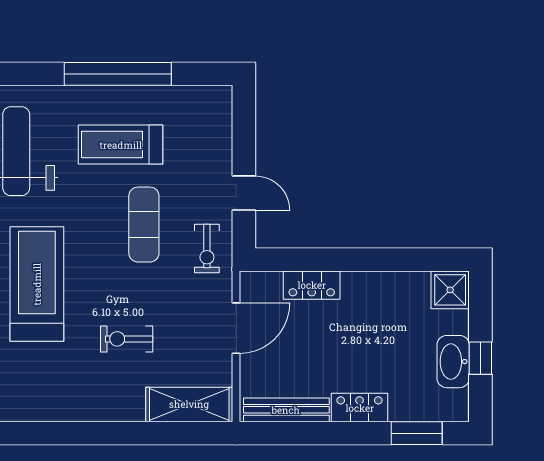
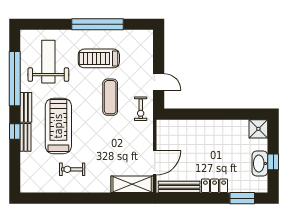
locker: (312, 285) -> (191, 127), removed
door: (236, 328) -> (155, 163), moved
exercise bike: (127, 339) -> (72, 169), moved

